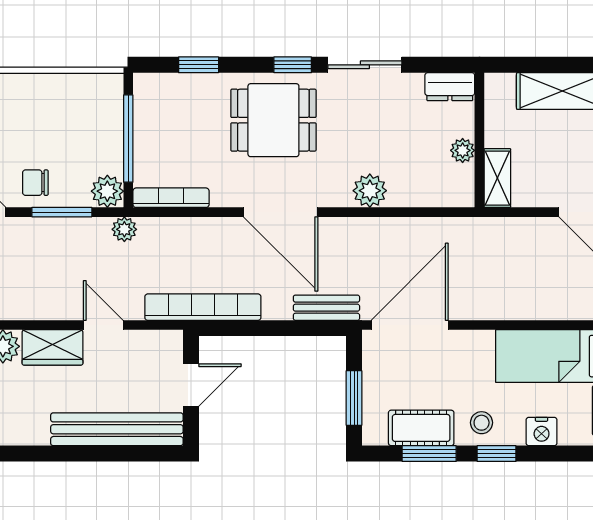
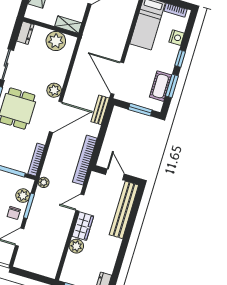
plant: (463, 150) -> (56, 41), width x1.87, depth x1.87
plant: (107, 191) -> (23, 196), moved
plant: (370, 191) -> (54, 90), moved
stool: (482, 423) -> (166, 61), removed

